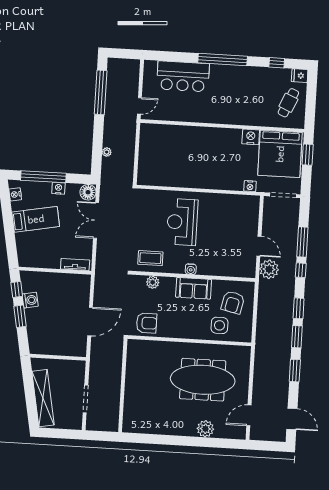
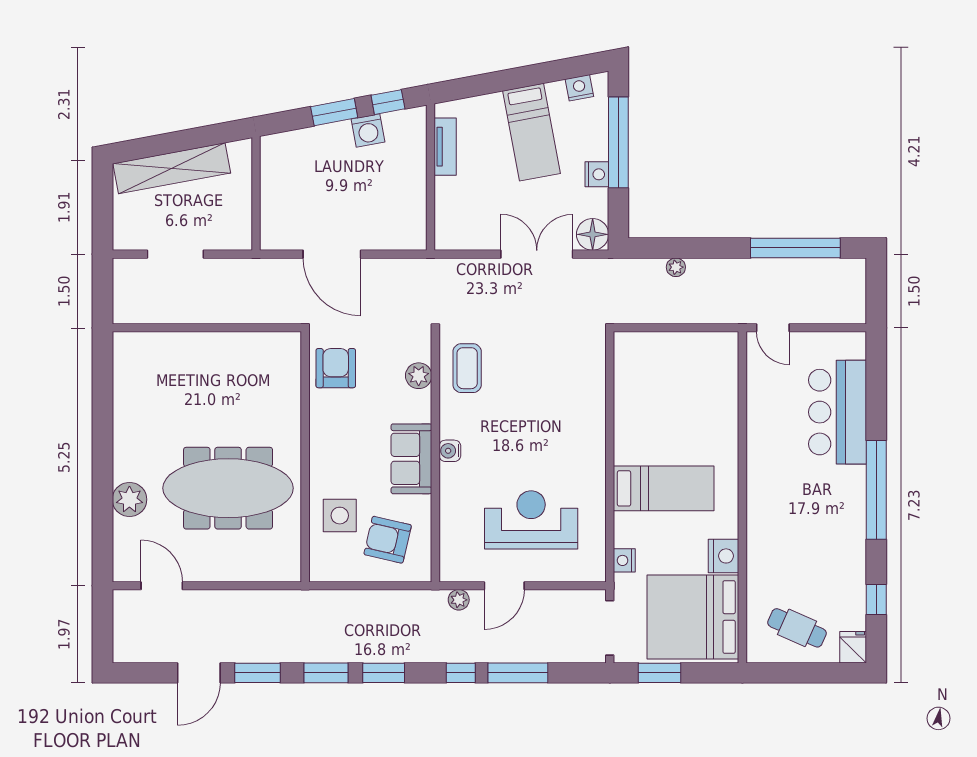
window: (308, 155) -> (660, 673), moved
bed: (216, 165) -> (664, 488), added
reception desk: (182, 222) -> (531, 520), moved
tv unit: (75, 265) -> (445, 147), moved
plant: (269, 269) -> (459, 600), width x0.53, depth x0.53
armchair: (147, 323) -> (336, 368), turned 180
meeting table: (203, 380) -> (228, 488), turned 90
door: (292, 419) -> (199, 673), moved

